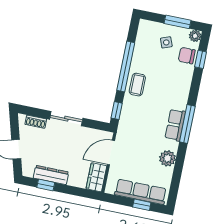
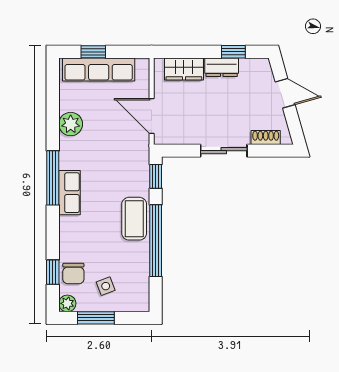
chair: (187, 56) -> (73, 273), turned 90
coffee table: (137, 85) -> (134, 219), width x1.36, depth x1.30
row of seats: (175, 125) -> (69, 193), moved
door: (111, 153) -> (152, 116), swing flipped
dresser: (51, 175) -> (222, 67), width x0.70
wardrobe: (96, 177) -> (184, 69), moved, turned 90

